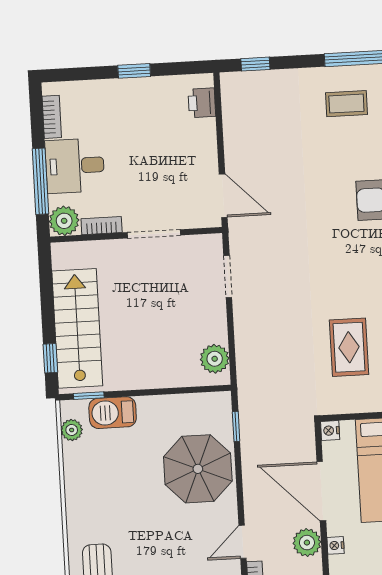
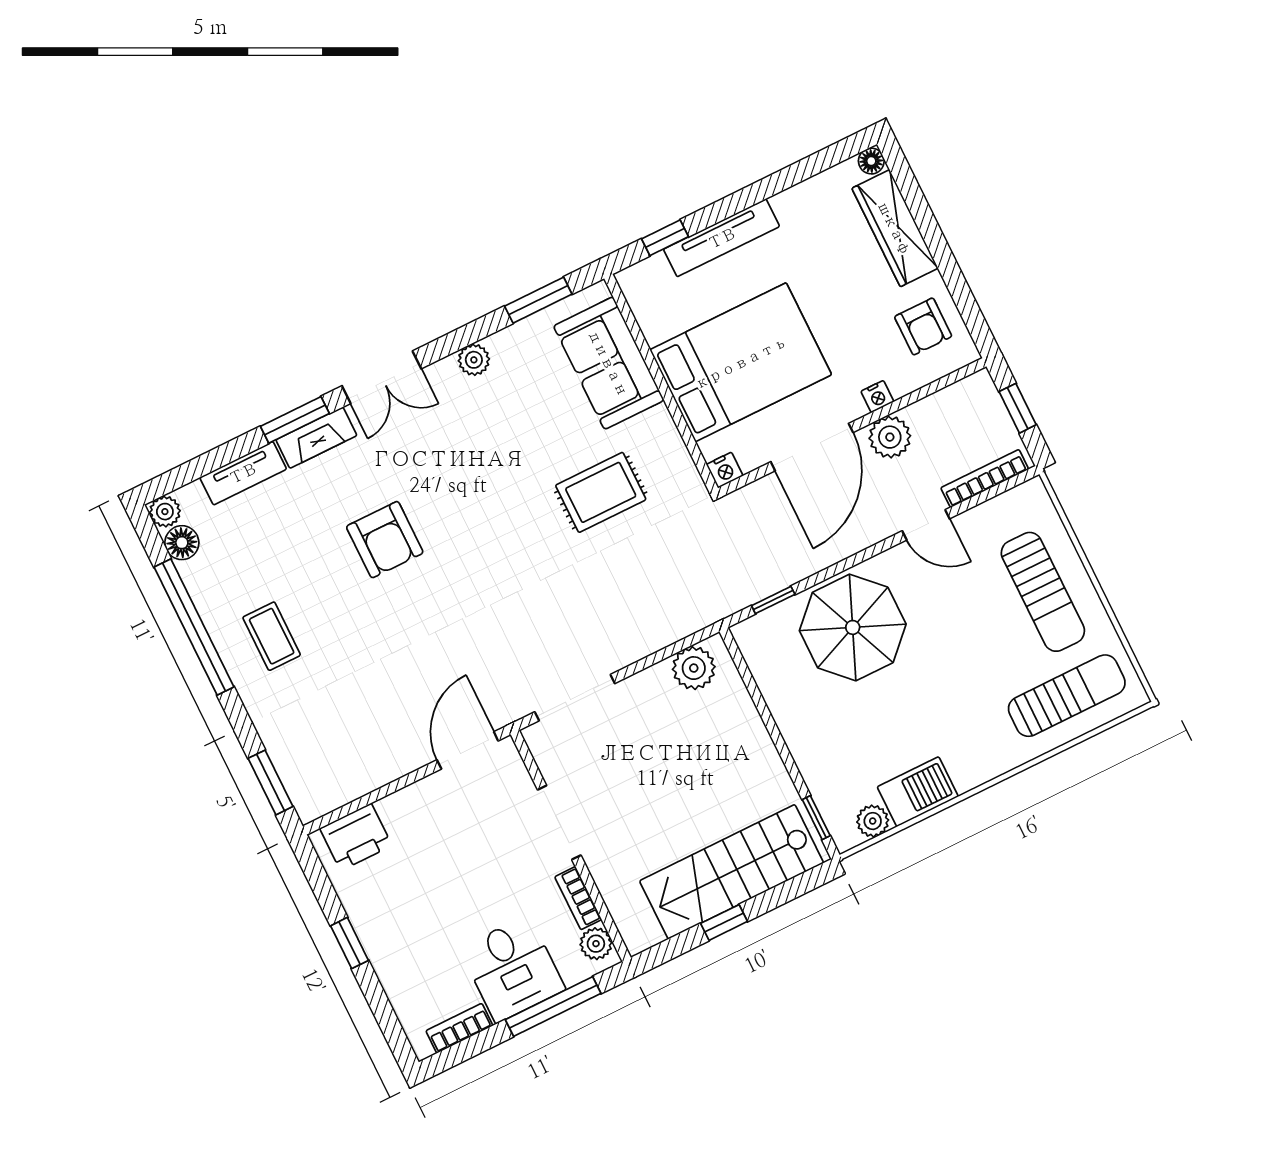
window: (255, 64) -> (271, 782), width x1.50
printer: (202, 103) -> (356, 837), width x1.36, depth x1.24
plant: (64, 221) -> (596, 944), width x0.73, depth x0.73
doorway: (228, 277) -> (575, 698), width x1.38
window: (50, 358) -> (724, 922), moved
barbecue: (113, 413) -> (918, 792), moved, turned -90

